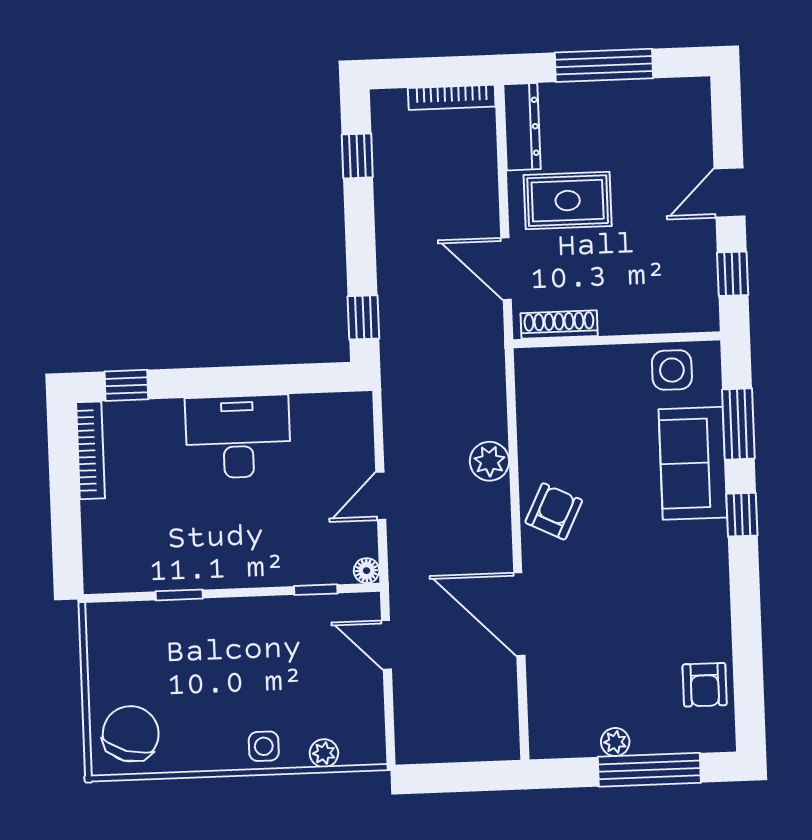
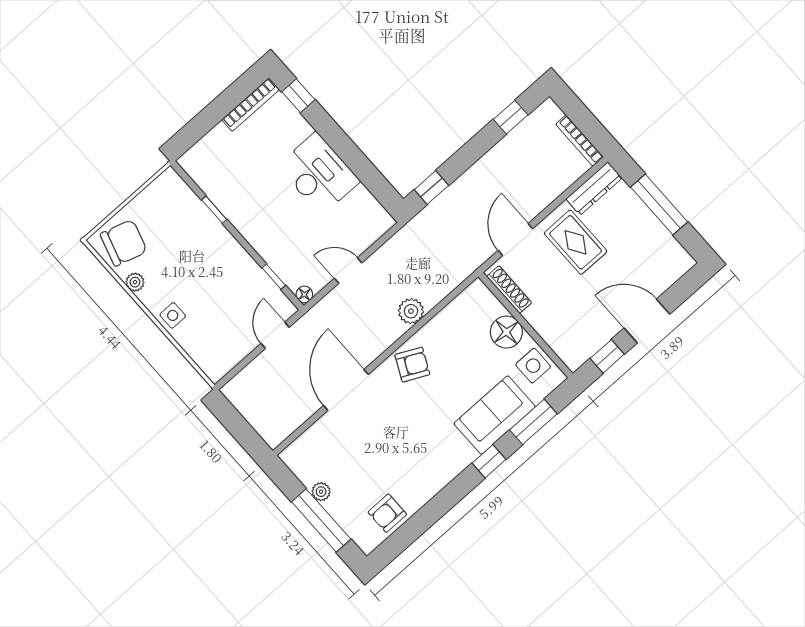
door: (730, 193) -> (647, 321), width x1.38
floor lamp: (606, 369) -> (506, 332), added
plant: (324, 753) -> (135, 282), moved

